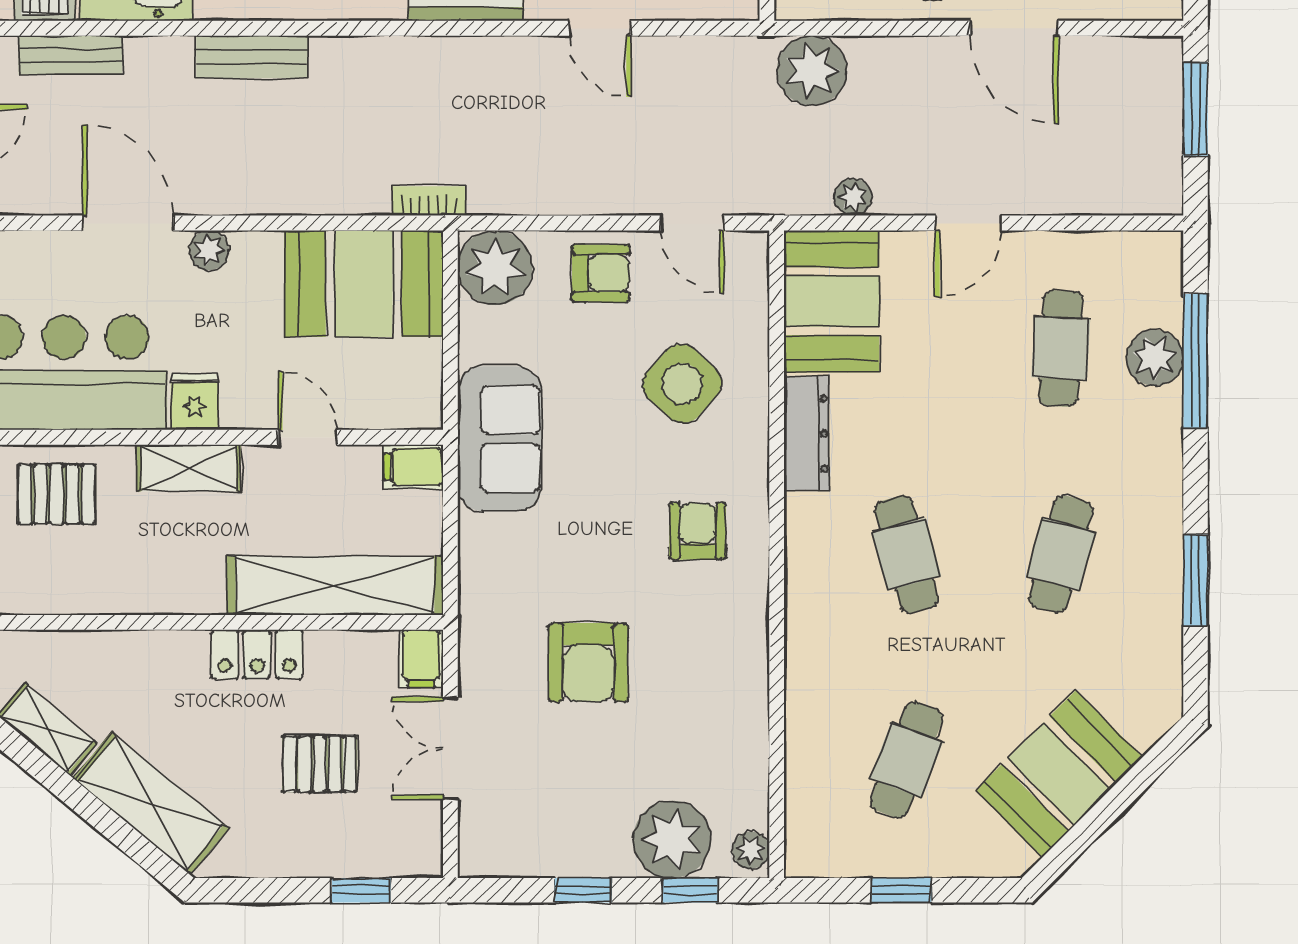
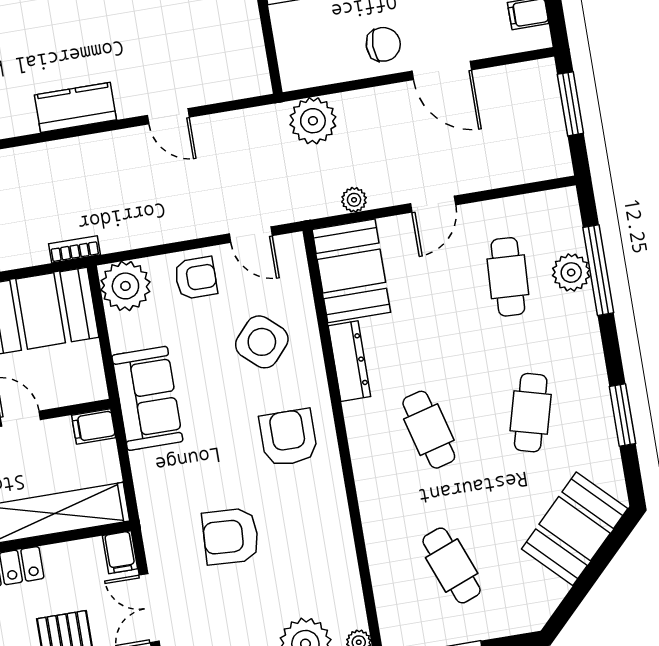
armchair: (698, 531) -> (288, 438), width x1.38, depth x1.38
armchair: (588, 662) -> (231, 536), turned 93
cafe table: (907, 760) -> (452, 565), turned -42
booth: (1059, 774) -> (575, 529), moved

